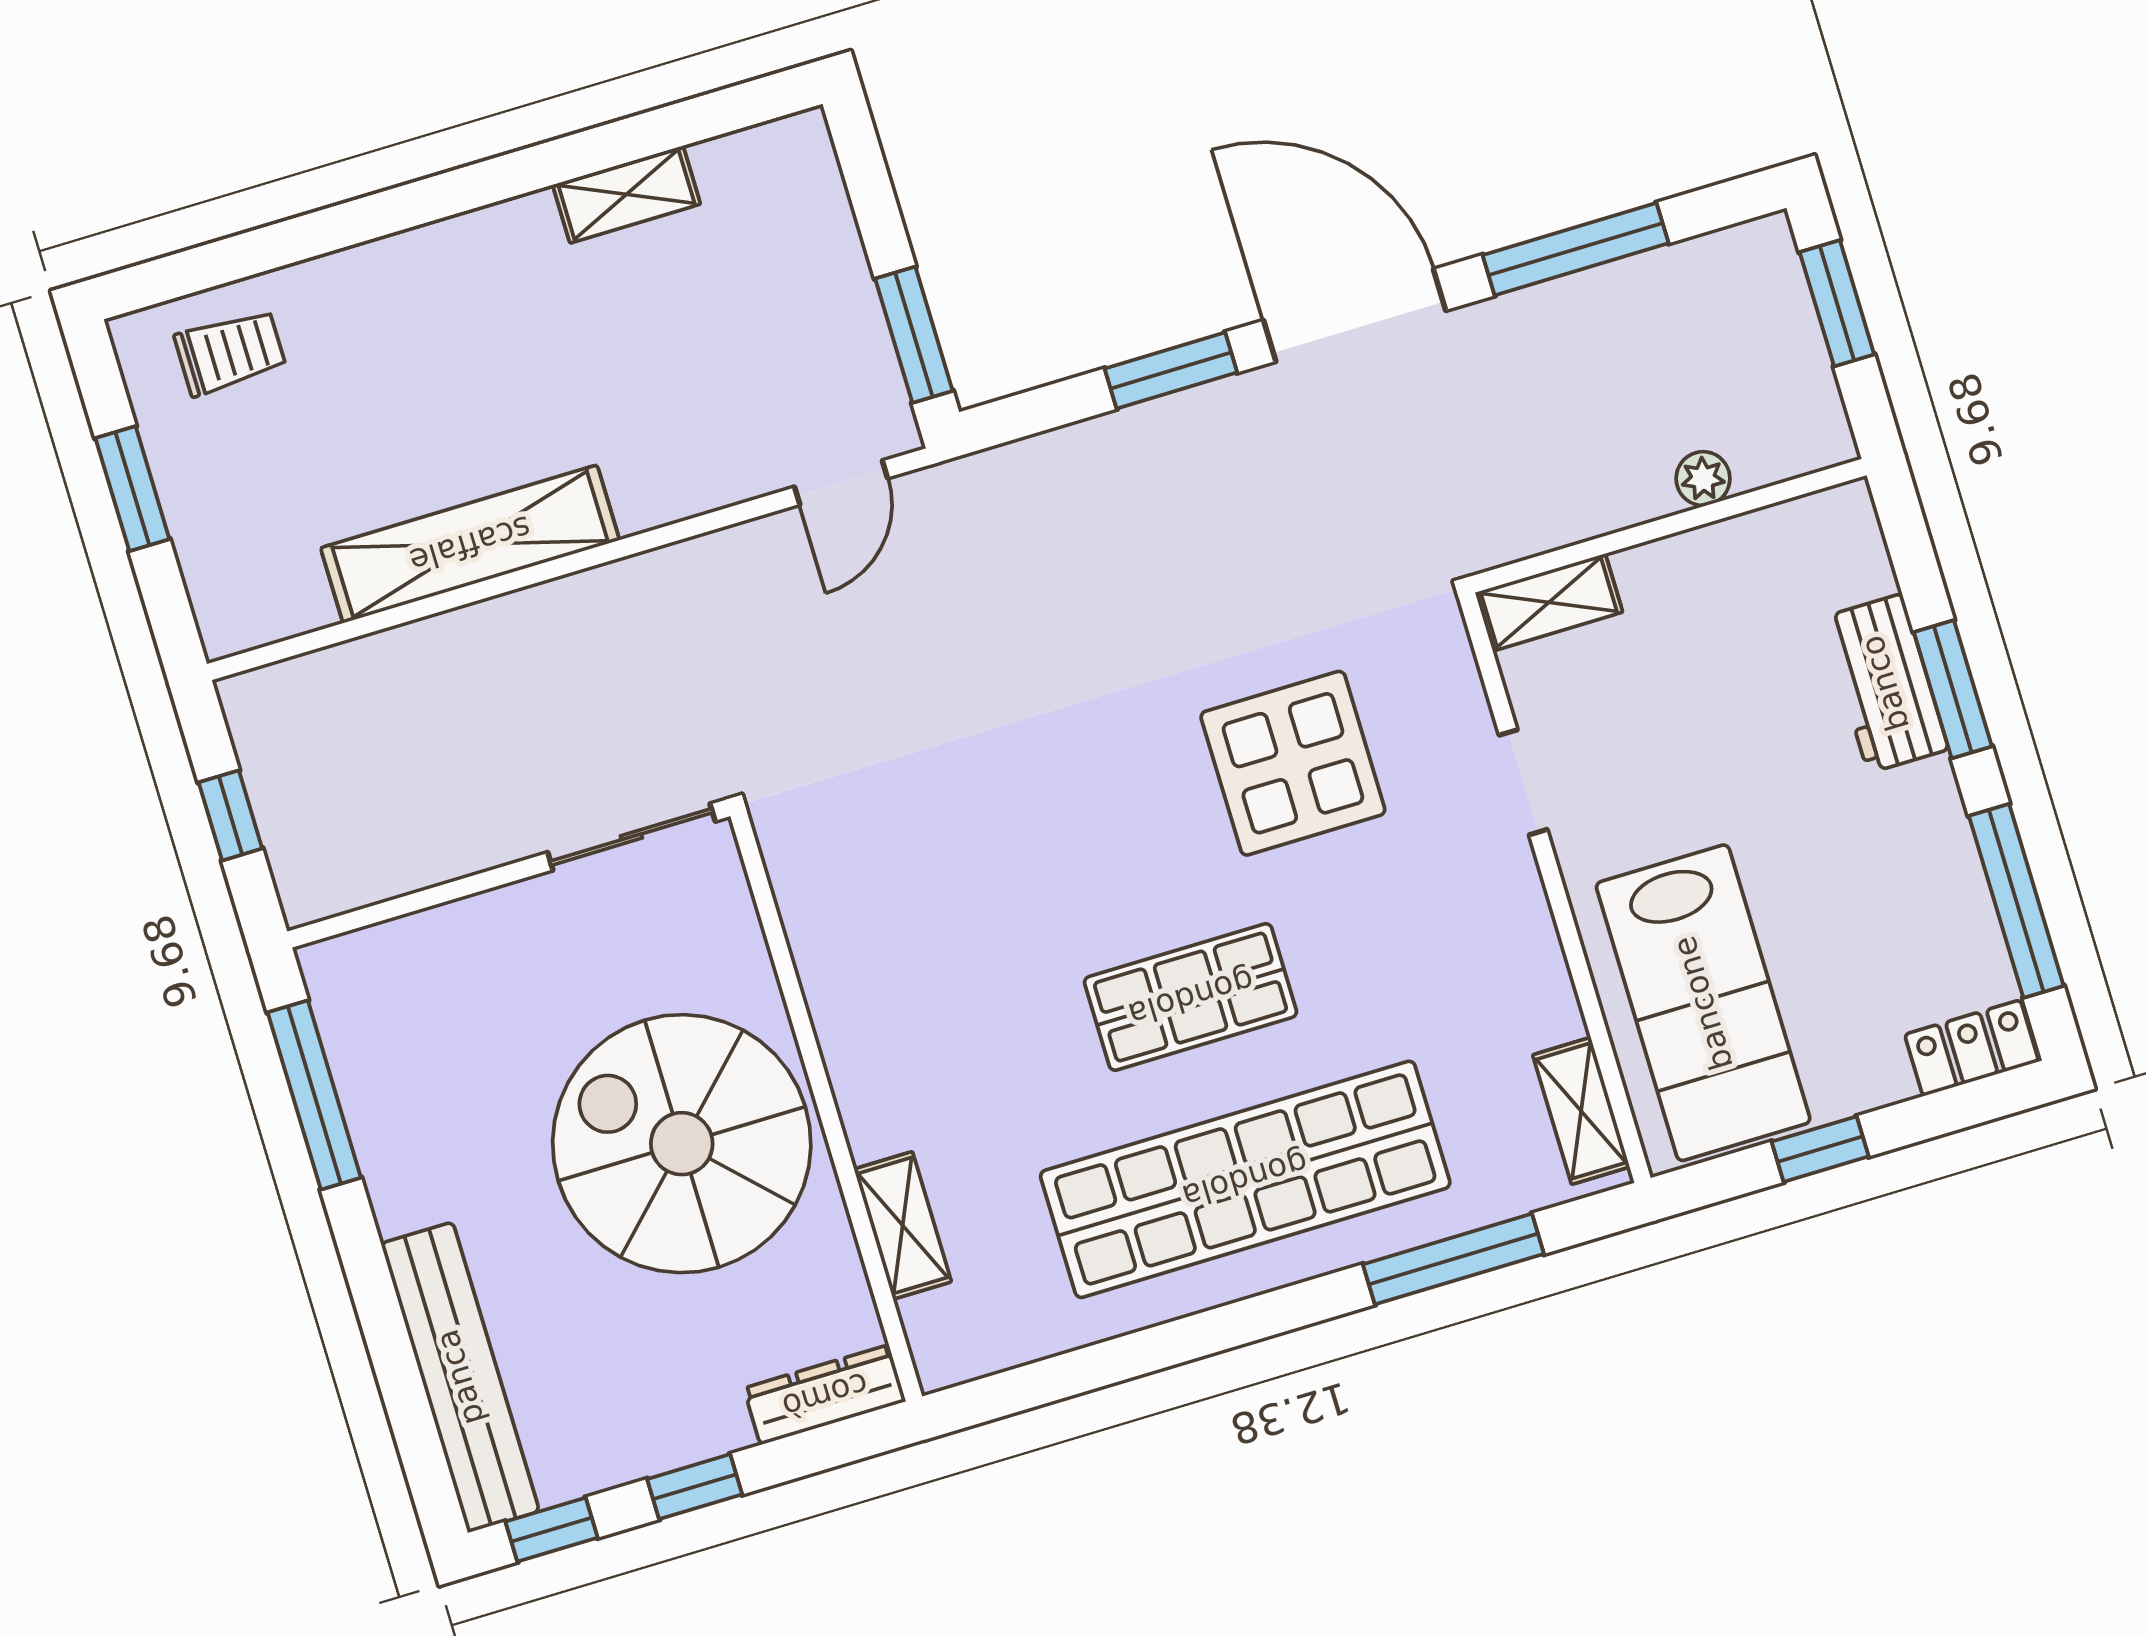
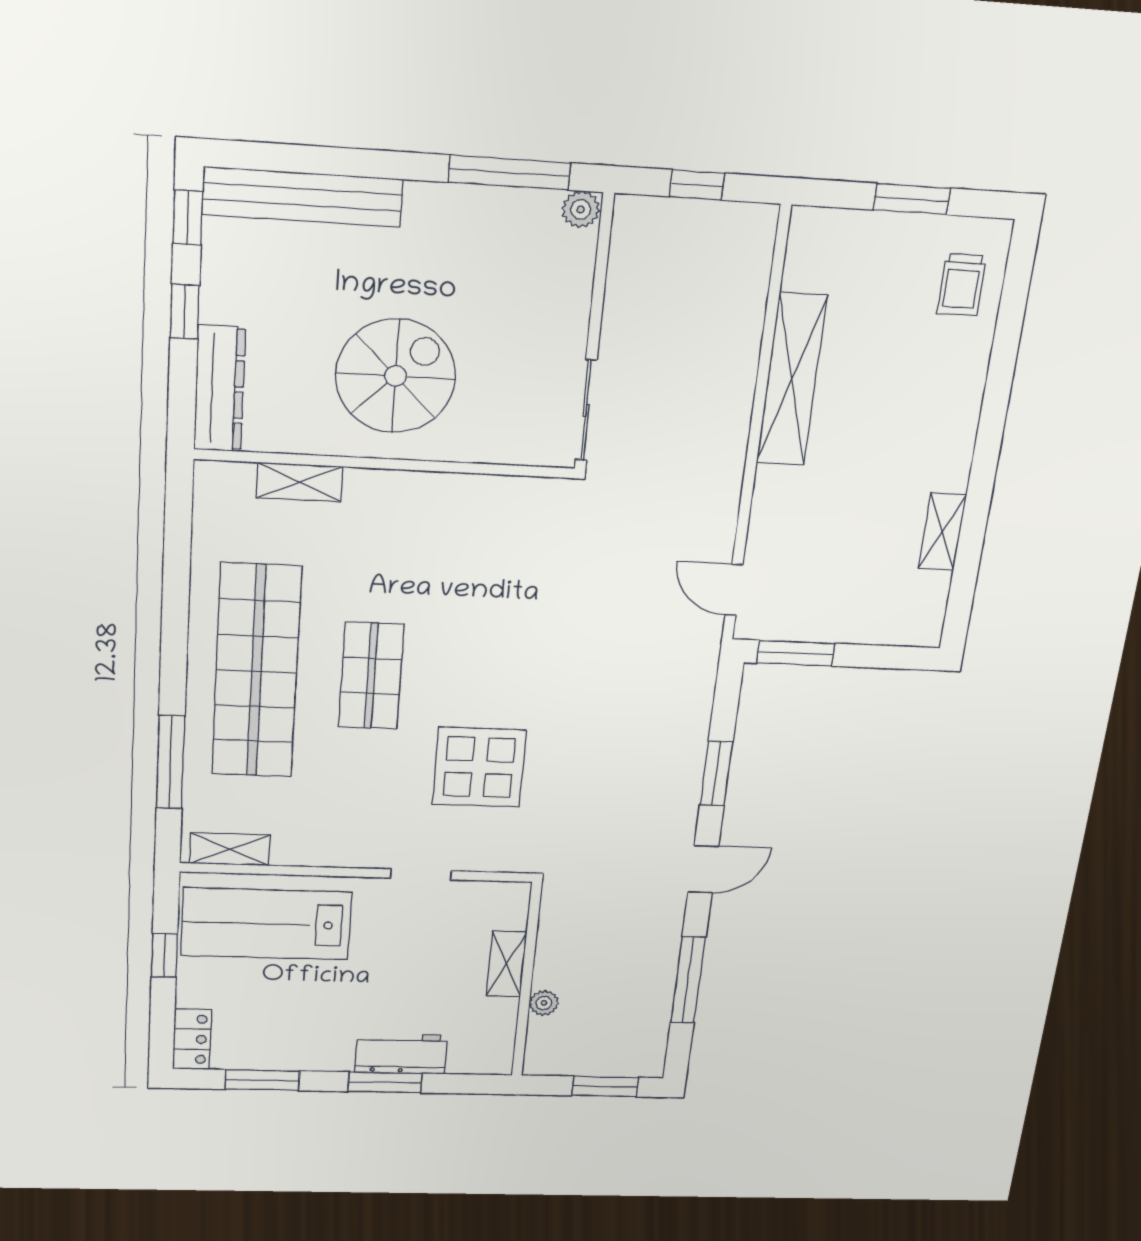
door: (1355, 315) -> (703, 869), width x0.53
shelving: (1549, 602) -> (507, 964), moved
window: (2016, 901) -> (262, 1080), width x0.69
plant: (329, 970) -> (581, 209), added
spiral stairs: (682, 1144) -> (396, 376), width x0.73, depth x0.73
dresser: (825, 1395) -> (220, 389), width x1.37, depth x1.24

